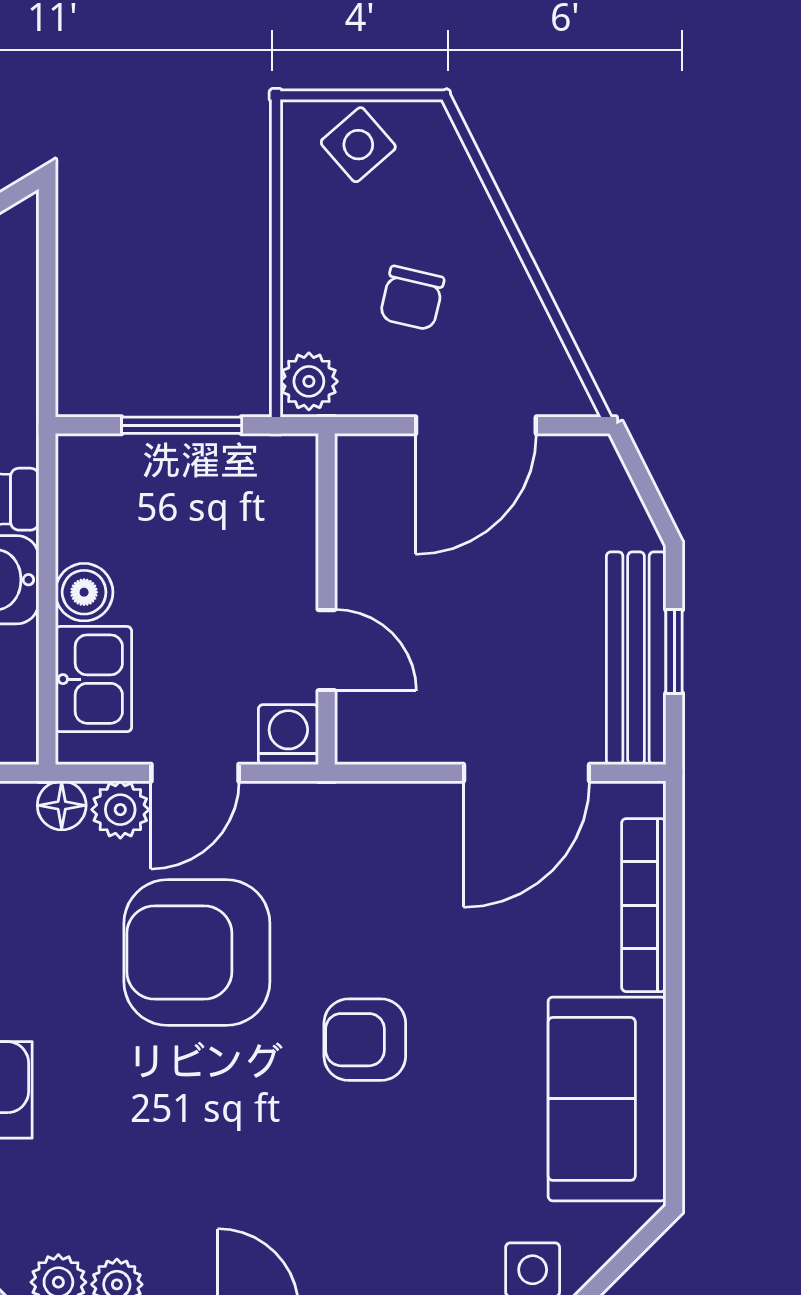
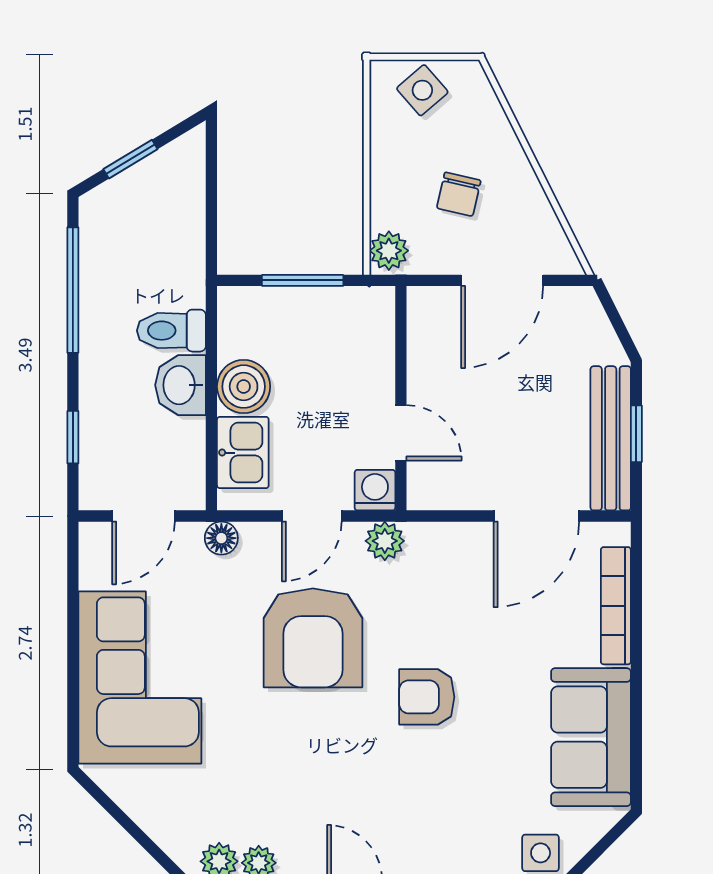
boiler: (84, 592) -> (244, 387), width x1.36, depth x1.36
plant: (120, 810) -> (385, 541), moved
armchair: (197, 952) -> (313, 638), turned -90

